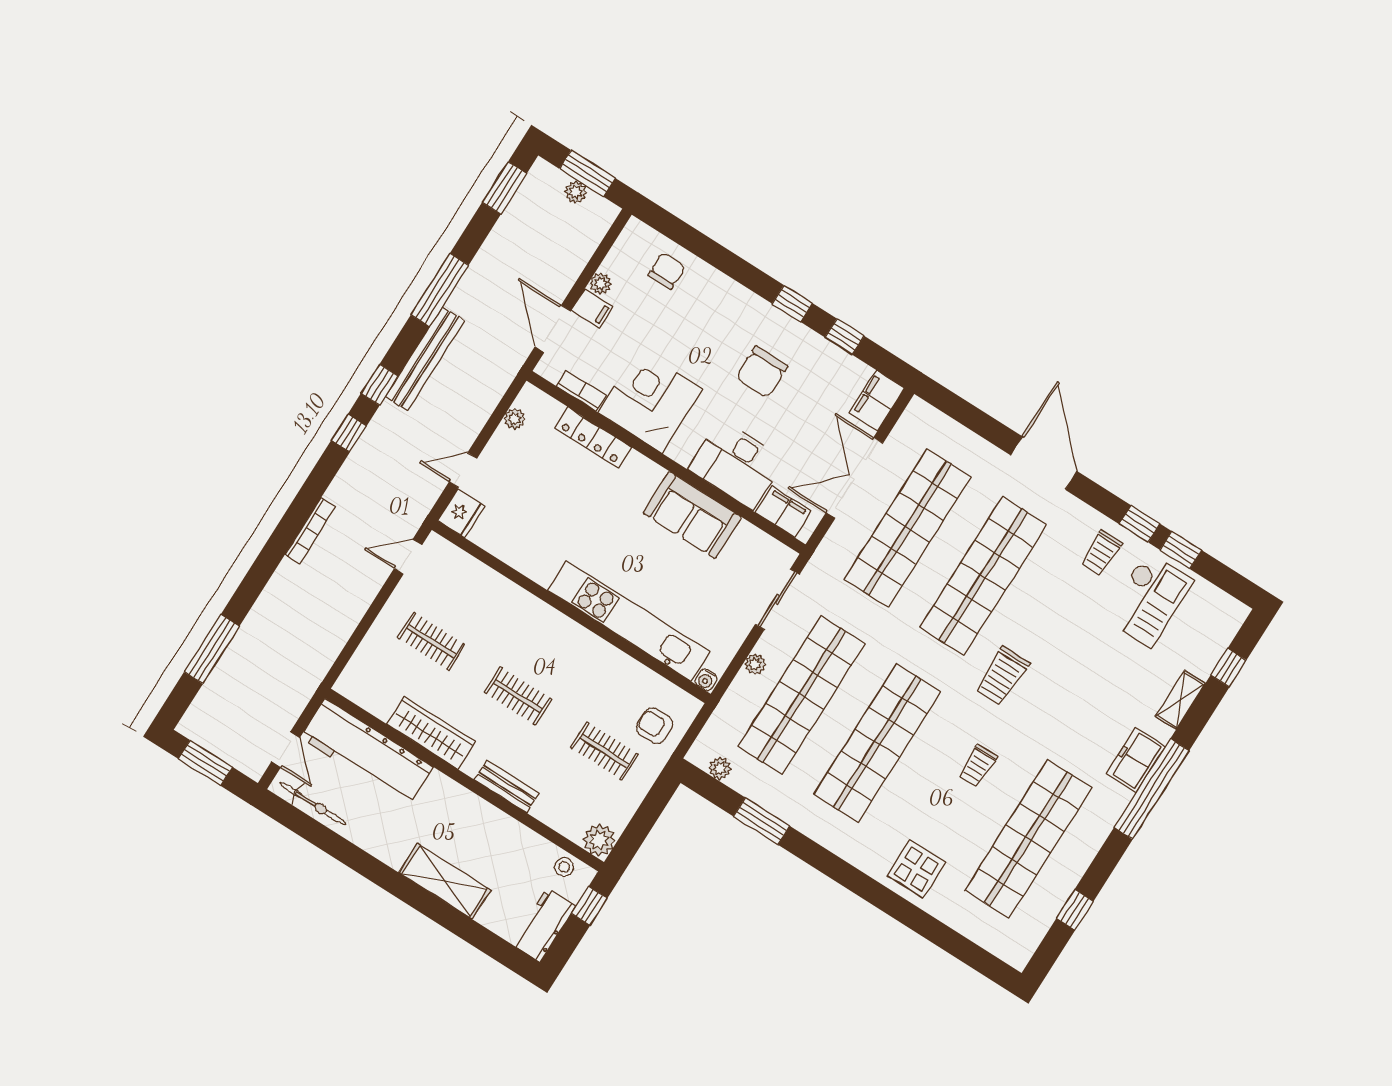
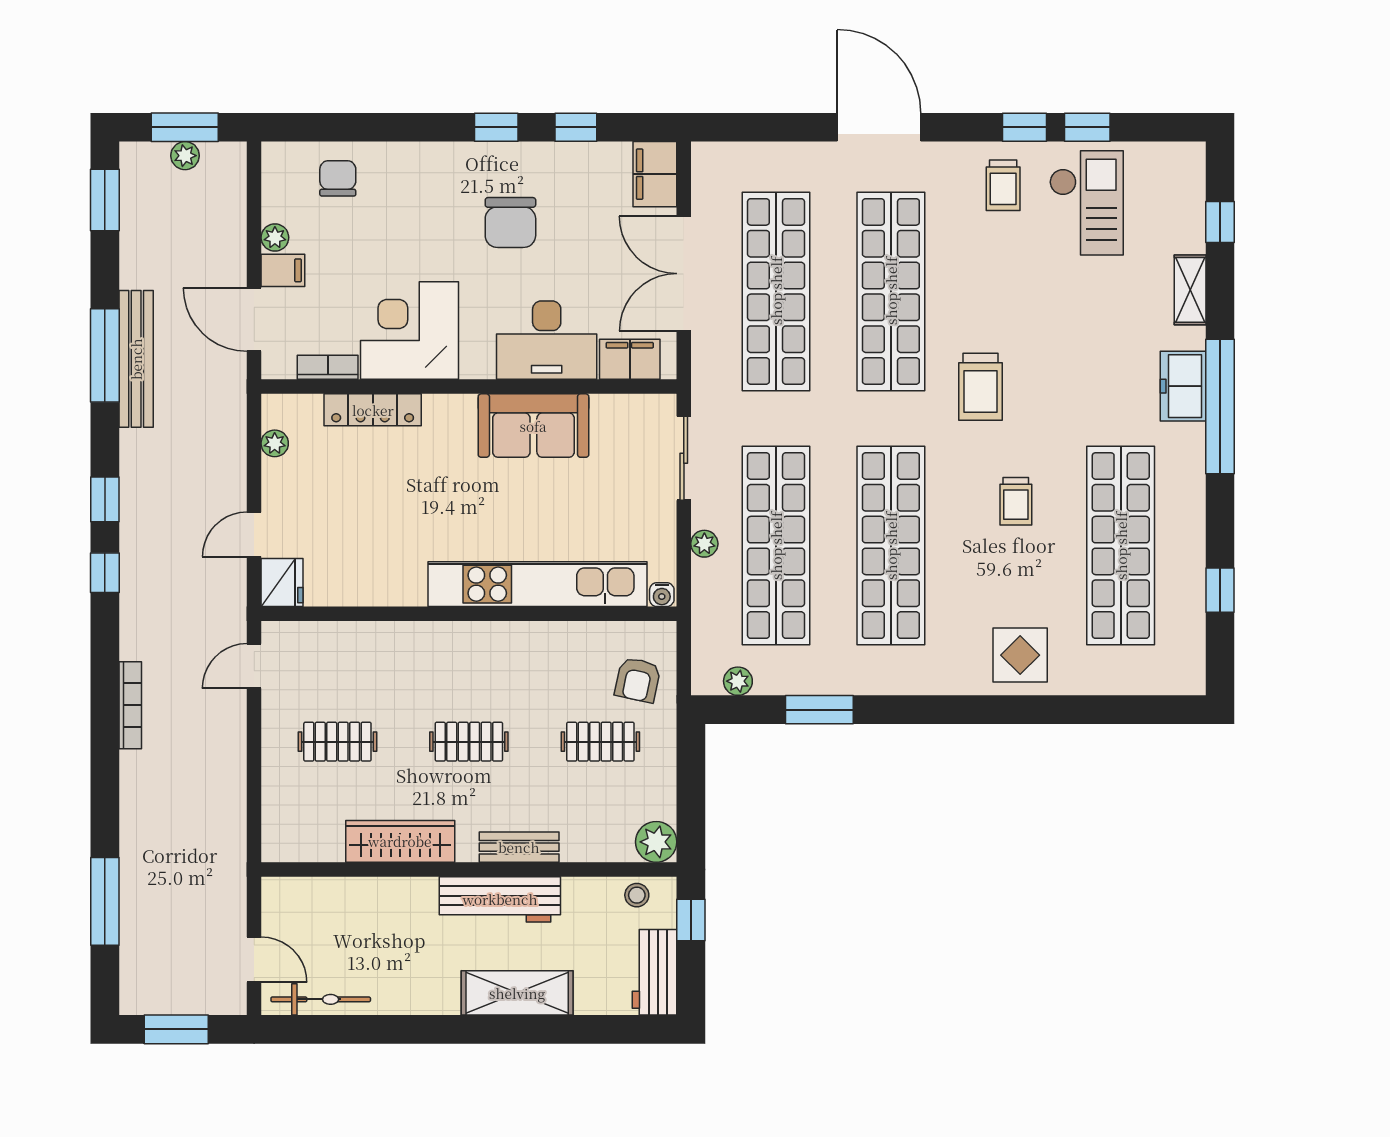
bench: (425, 359) -> (136, 359), moved
armchair: (655, 726) -> (638, 680), turned -78
workbench: (367, 752) -> (500, 899), moved, width x0.73, depth x0.76

